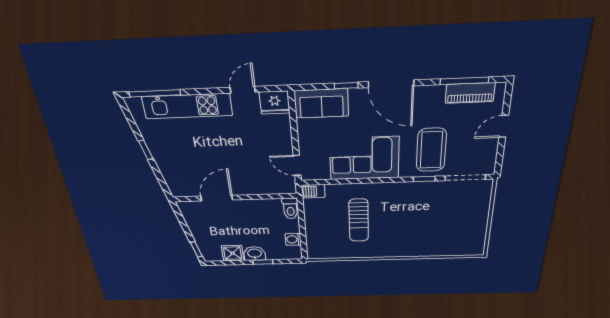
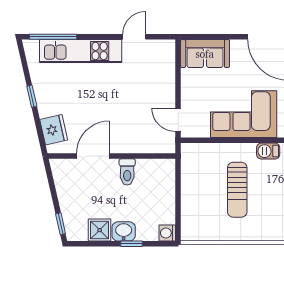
window: (346, 86) -> (228, 37), removed
fridge: (275, 103) -> (54, 130), moved, turned -103
barbecue: (313, 191) -> (268, 151), moved
toilet: (290, 208) -> (127, 172), moved
washing machine: (293, 239) -> (167, 233), moved

